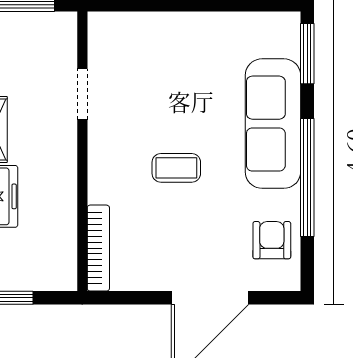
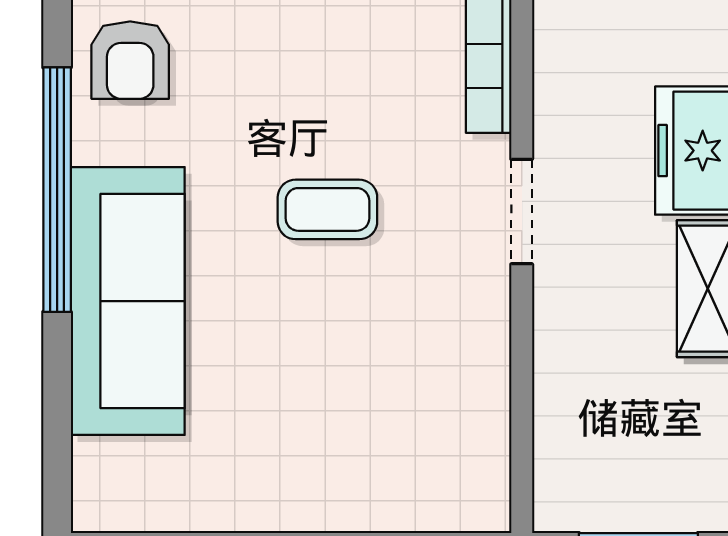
window: (307, 54) -> (57, 445), removed
doorway: (82, 94) -> (522, 212), moved

